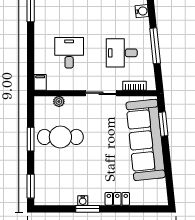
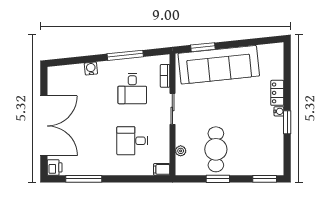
water cooler: (83, 201) -> (279, 111), moved

